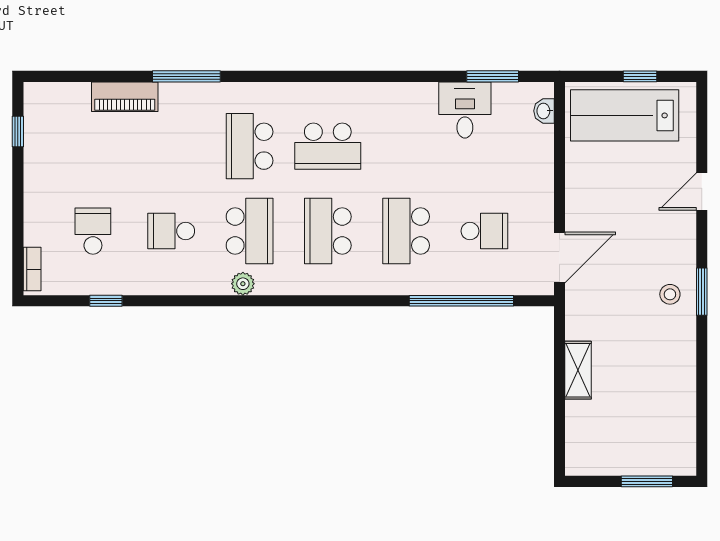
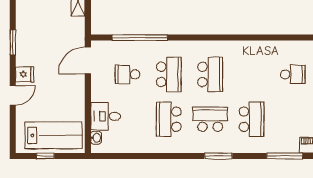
window: (493, 76) -> (218, 156), moved
desk: (465, 110) -> (106, 116), moved, turned 90
school desk: (250, 231) -> (169, 119), moved
fridge: (679, 231) -> (25, 74), added
plant: (243, 284) -> (255, 47), removed
stool: (670, 294) -> (30, 41), removed

